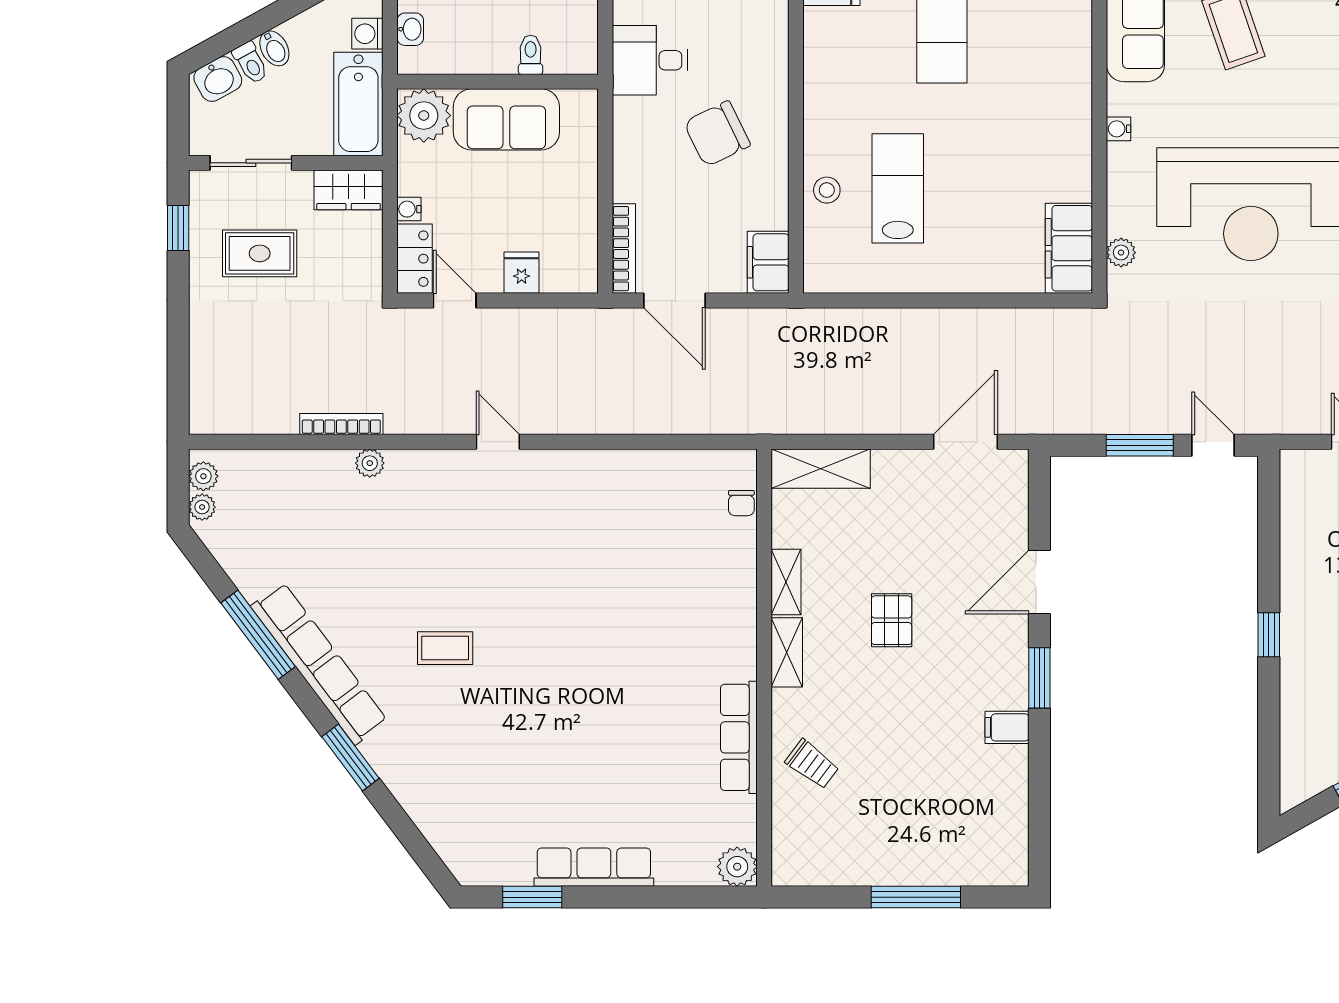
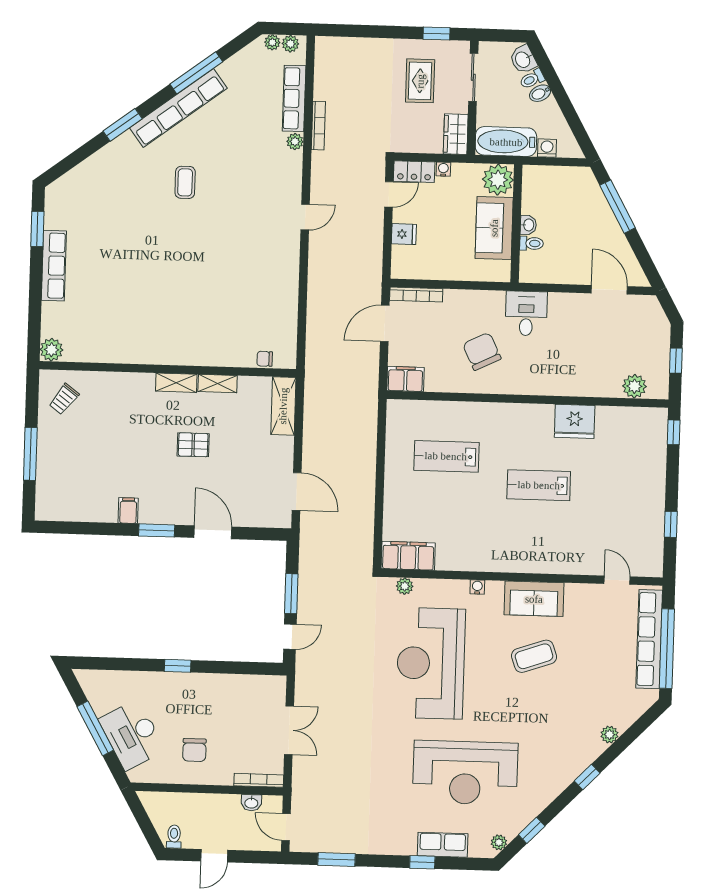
washbasin: (410, 29) -> (528, 225), moved, turned -90
lab bench: (898, 188) -> (446, 456), turned 180
stool: (827, 190) -> (447, 415), removed
row of seats: (739, 737) -> (294, 98), moved, turned -90
trolley: (812, 764) -> (64, 399), moved

